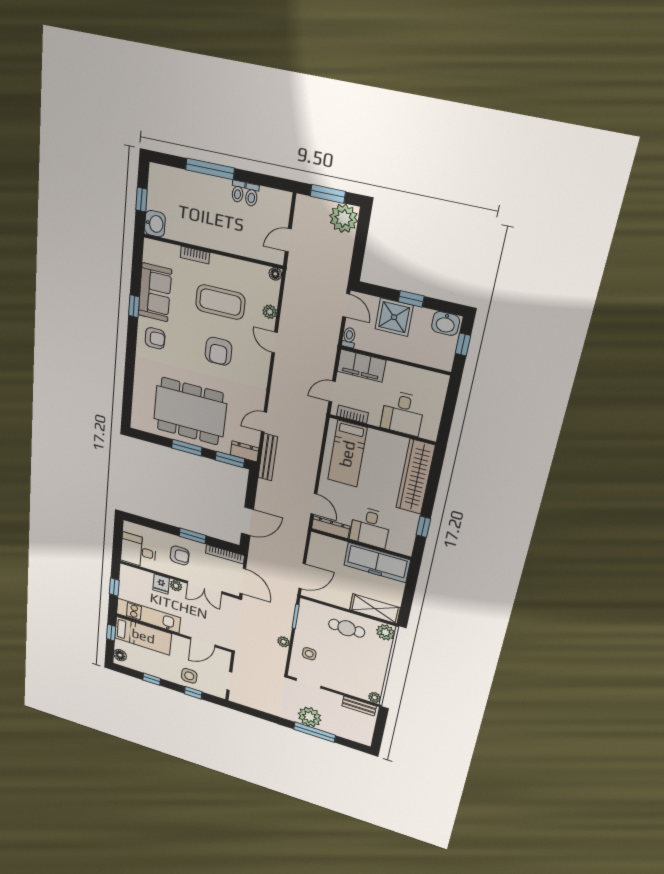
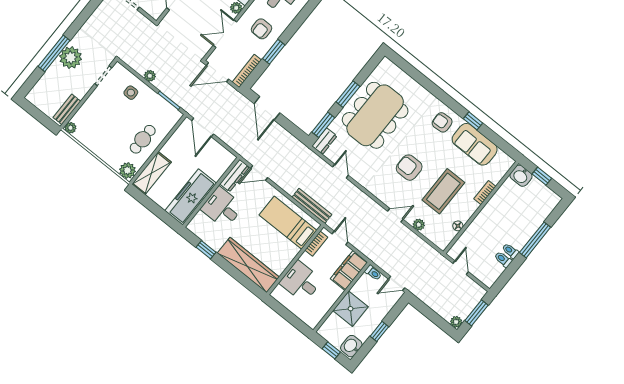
plant: (344, 218) -> (456, 322), width x0.53, depth x0.53
floor lamp: (275, 274) -> (458, 226), moved
shower: (394, 317) -> (351, 309), moved
armchair: (155, 338) -> (442, 122), turned 87
bench: (268, 457) -> (312, 206), moved

